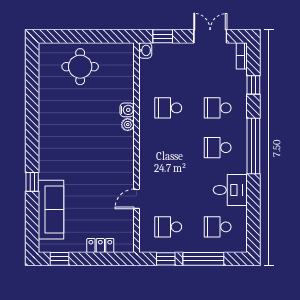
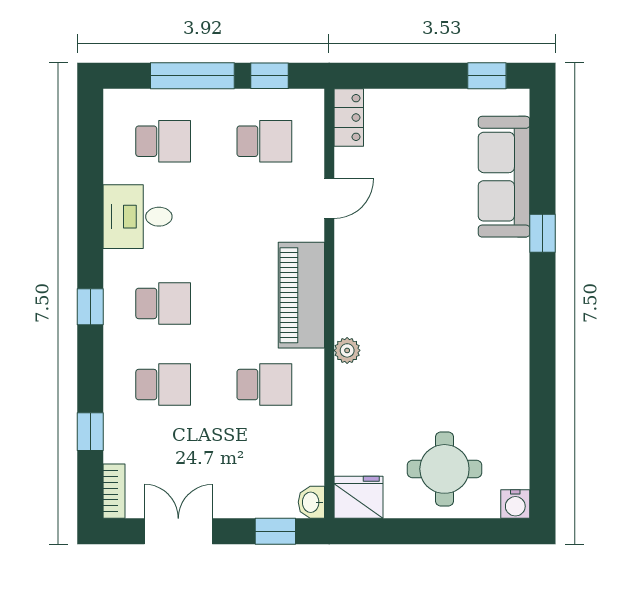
double door: (210, 36) -> (178, 531), swing flipped
fridge: (122, 53) -> (359, 497), added
water cooler: (127, 110) -> (515, 504), moved, turned -90
window: (253, 146) -> (90, 307), width x0.32
piano: (150, 152) -> (301, 295), added
locker: (100, 245) -> (349, 117), moved, turned -90

